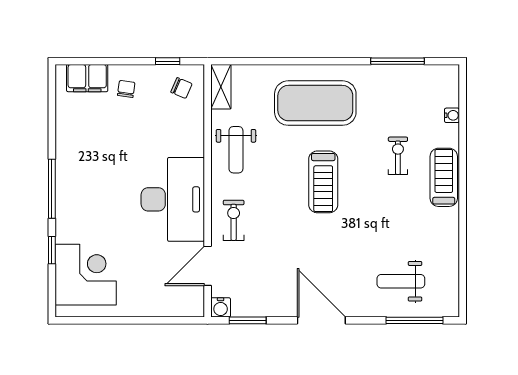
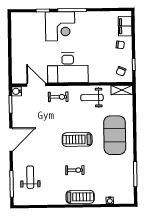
exercise bike: (398, 156) -> (75, 170), moved
corner desk: (86, 275) -> (60, 26), moved

